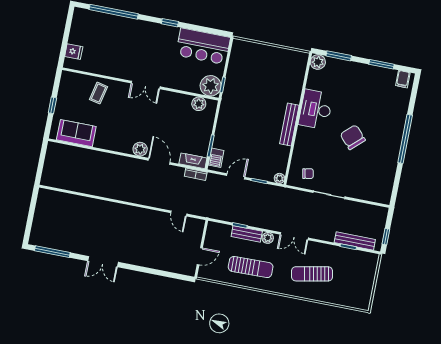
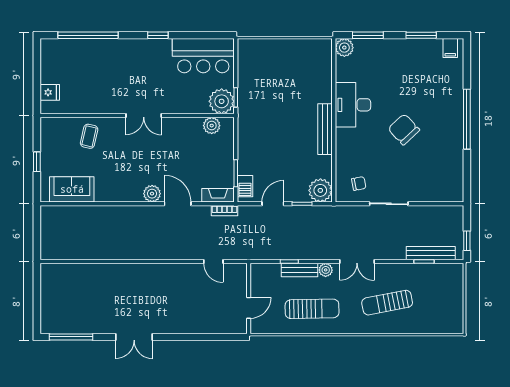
plant: (279, 178) -> (320, 190), width x1.88, depth x1.88

